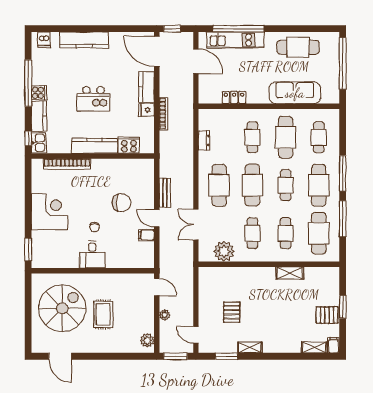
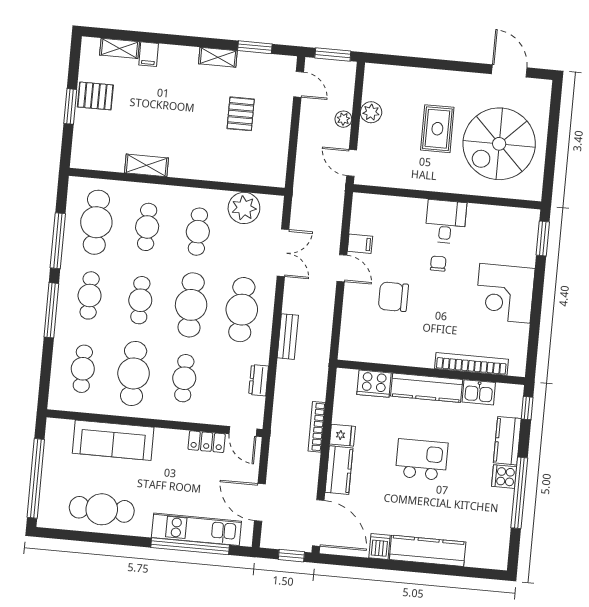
dishwasher: (44, 40) -> (380, 546), moved
door: (211, 106) -> (243, 431), added
kitchen sink: (39, 143) -> (479, 392), moved, turned -90
cafe table: (319, 185) -> (90, 295), width x0.73, depth x0.74
bench: (165, 193) -> (288, 337), moved
plant: (147, 340) -> (371, 112), moved
filing cabinet: (333, 345) -> (149, 54), moved

